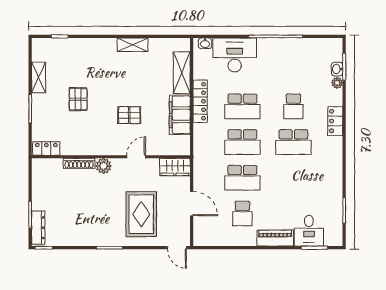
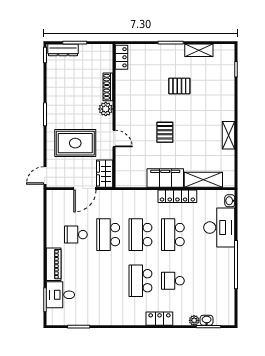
locker: (46, 148) -> (121, 57), moved
wall: (111, 157) -> (114, 116), moved
door: (136, 157) -> (114, 139), moved
shoe rack: (79, 163) -> (108, 87), moved
plant: (104, 166) -> (106, 109), moved
wardrobe: (175, 167) -> (105, 174), moved

